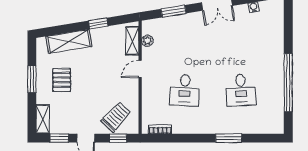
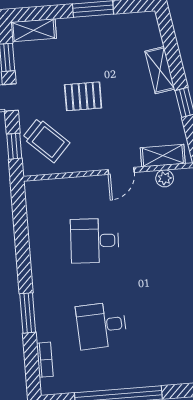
shelving: (69, 42) -> (160, 70), width x0.67, depth x0.75
door: (140, 69) -> (121, 171), swing flipped
pallet: (62, 80) -> (83, 96), moved
bookcase: (160, 129) -> (45, 360), moved

